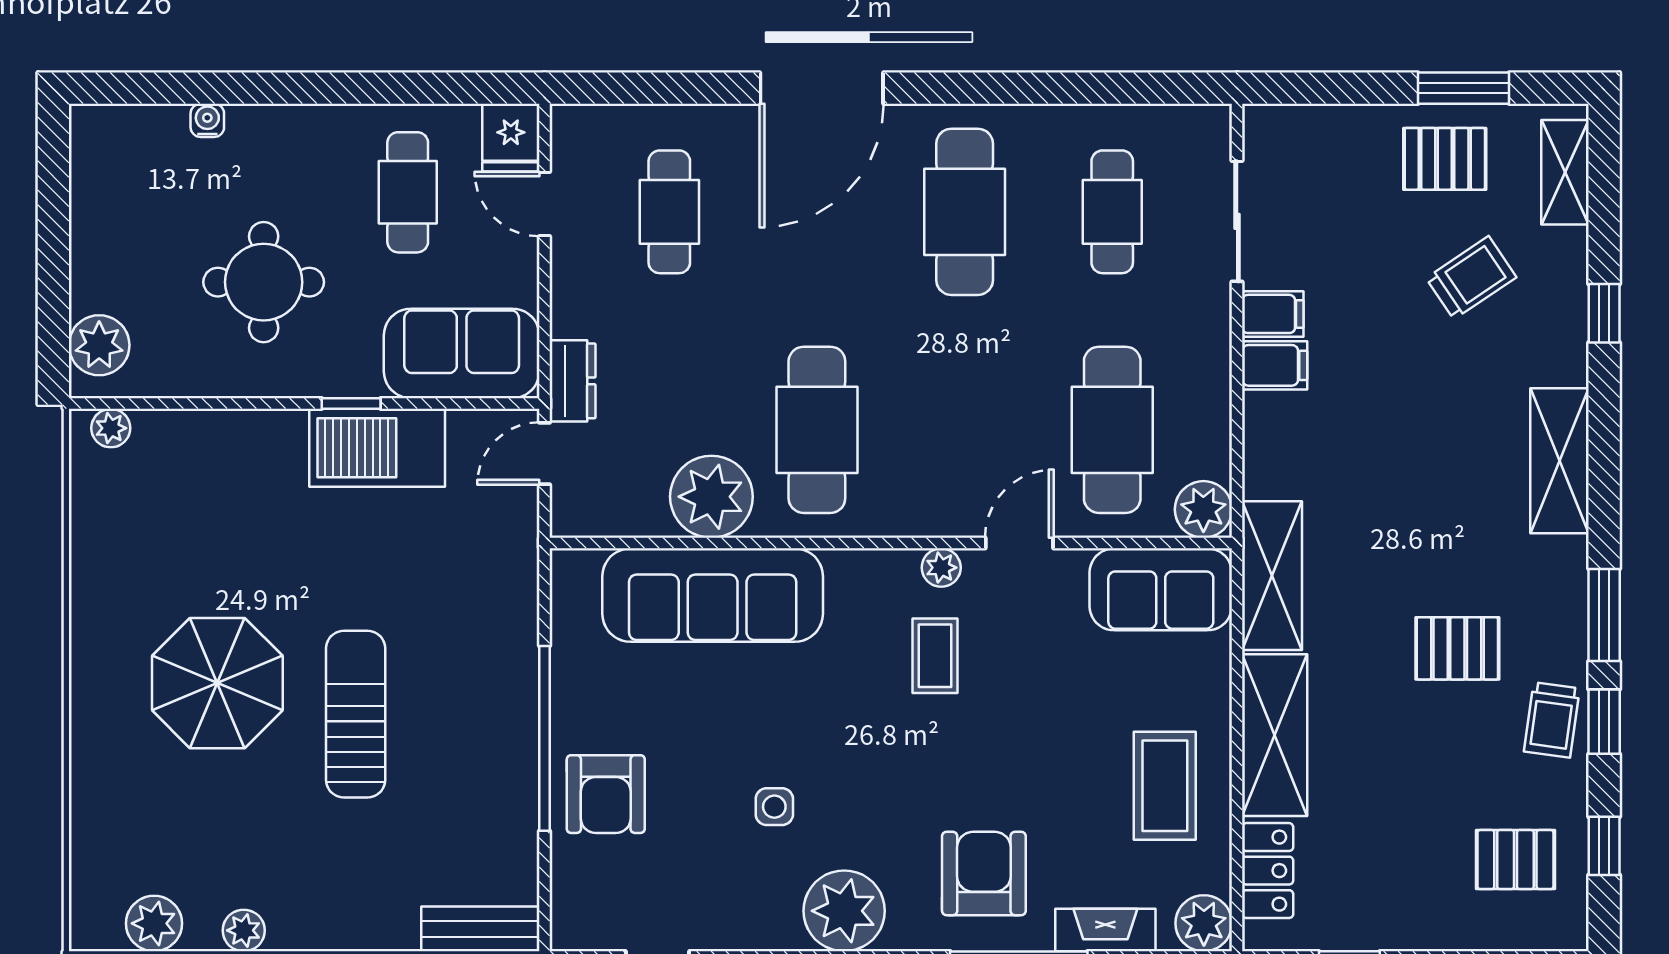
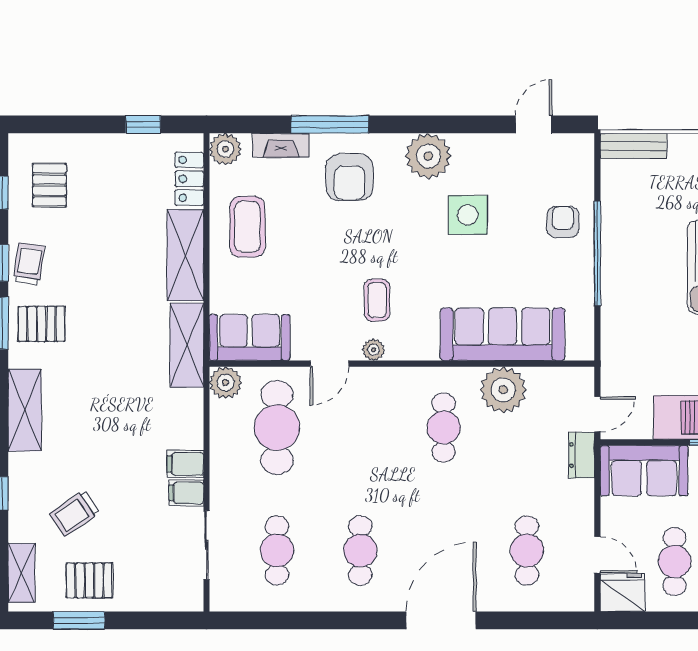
fridge: (511, 138) -> (623, 592), width x1.38
cafe table: (965, 212) -> (360, 551), width x0.73, depth x0.74
cafe table: (817, 430) -> (444, 428), width x0.73, depth x0.74
pallet: (1457, 648) -> (41, 324), moved
armchair: (606, 794) -> (563, 222), width x0.72, depth x0.72
side table: (774, 807) -> (468, 215), width x1.87, depth x1.87
pallet: (1515, 860) -> (49, 185), turned 90

